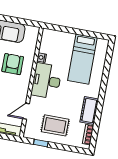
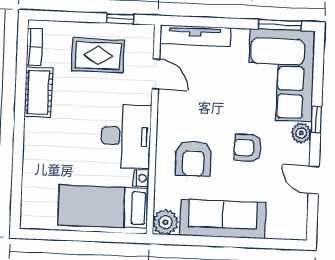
plant: (32, 33) -> (165, 222), added
bed: (82, 59) -> (103, 207), moved, turned -90
door: (26, 111) -> (156, 74), hinge flipped

